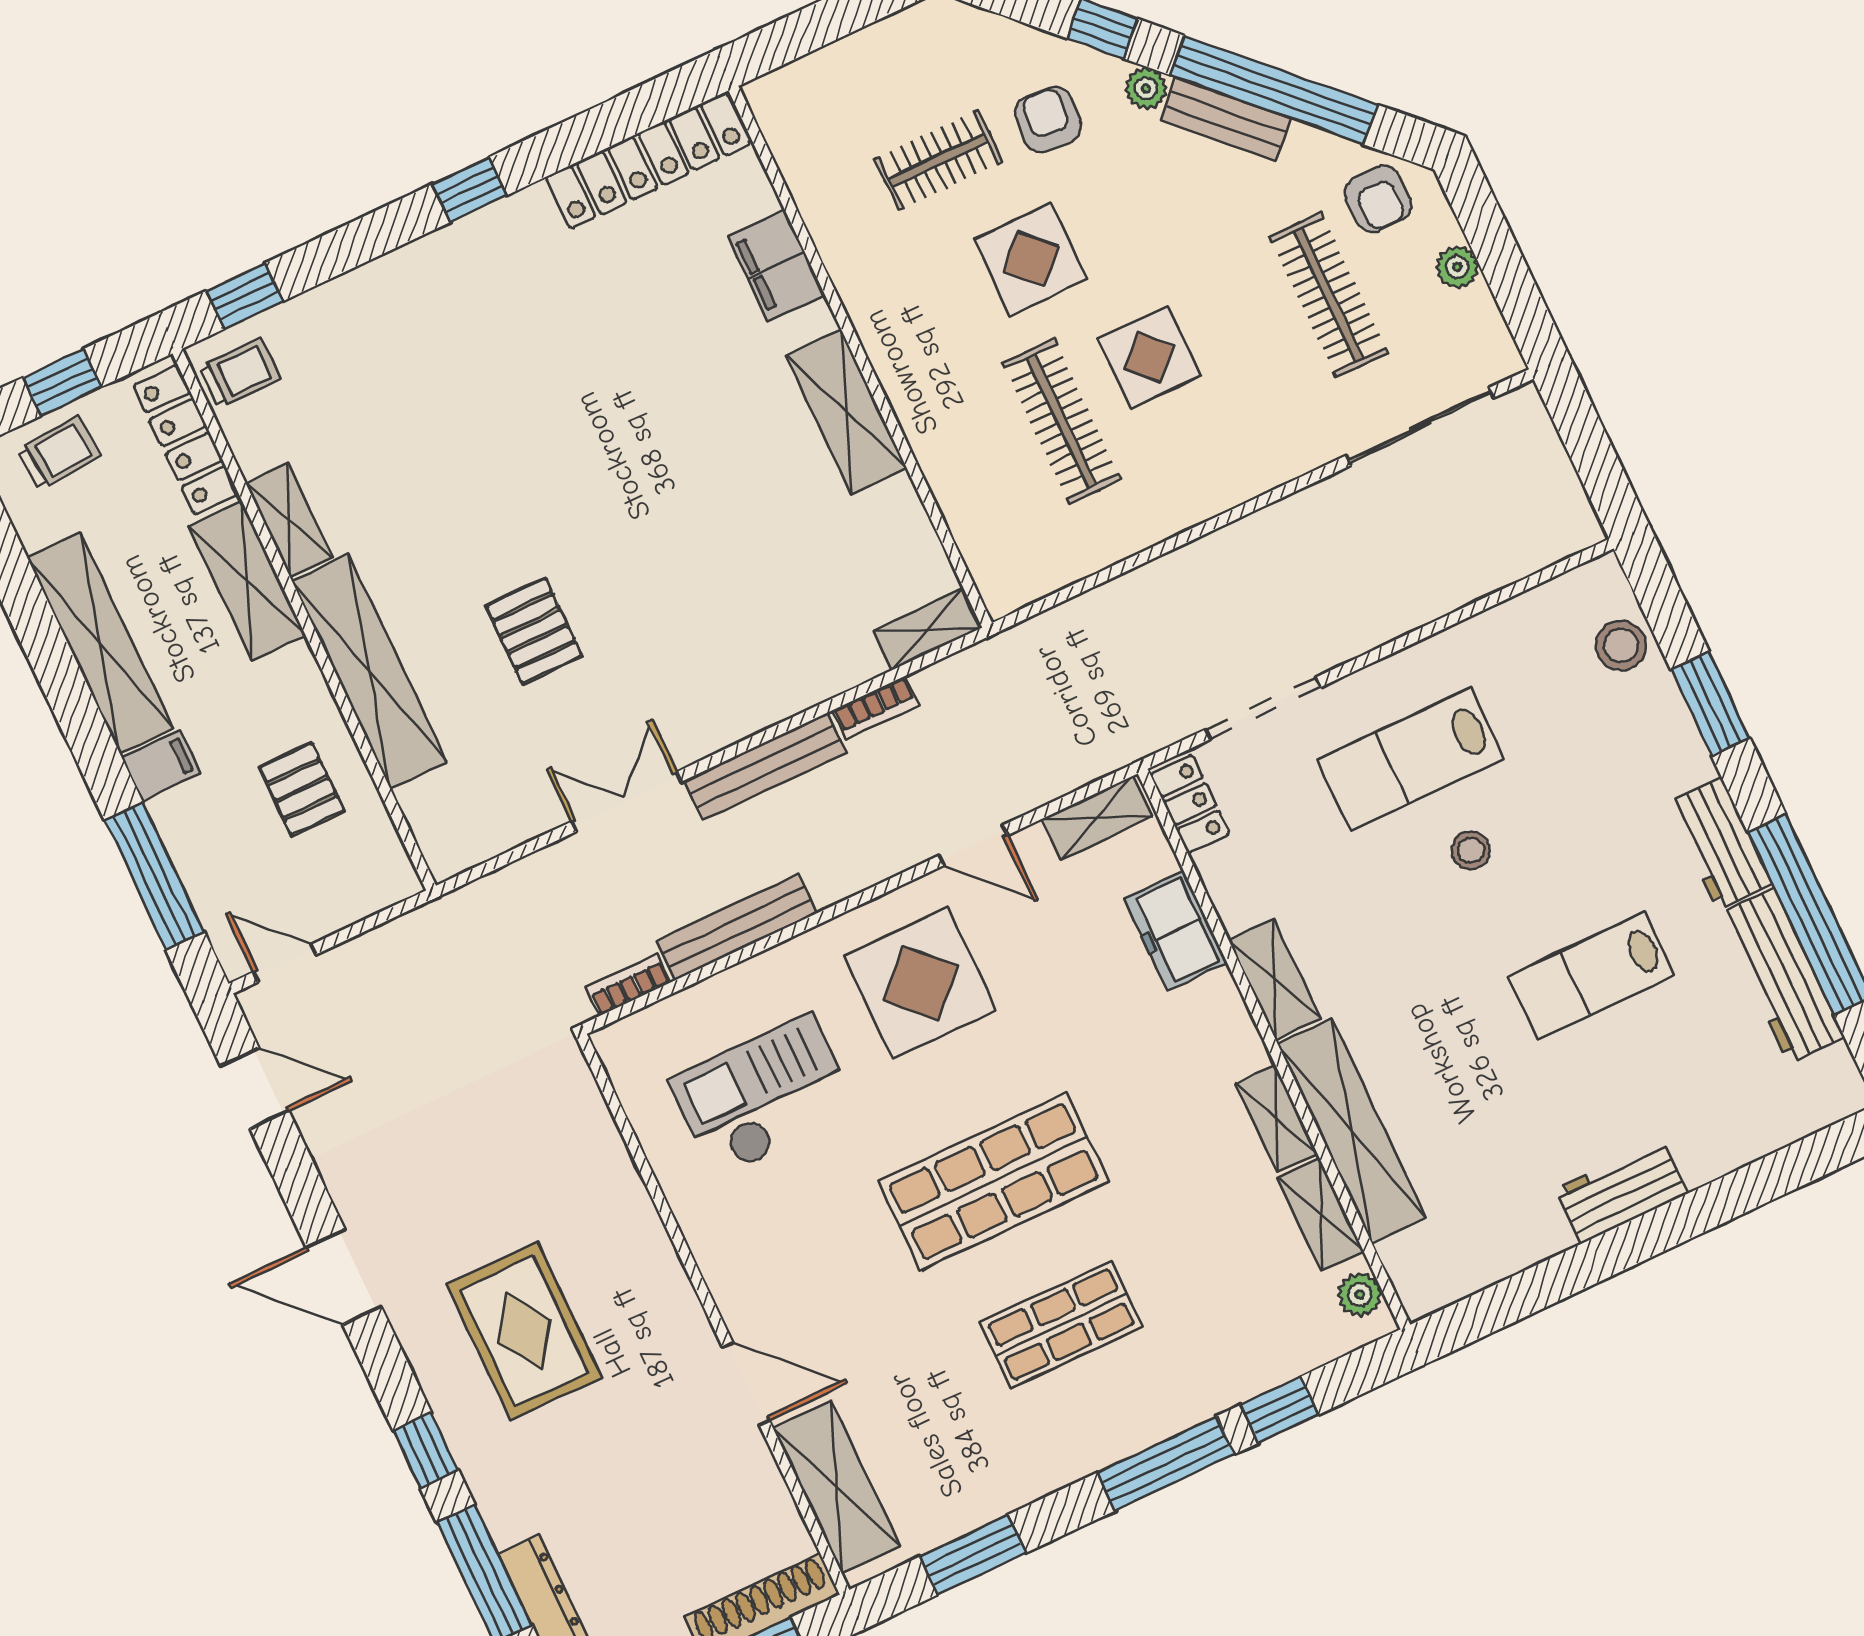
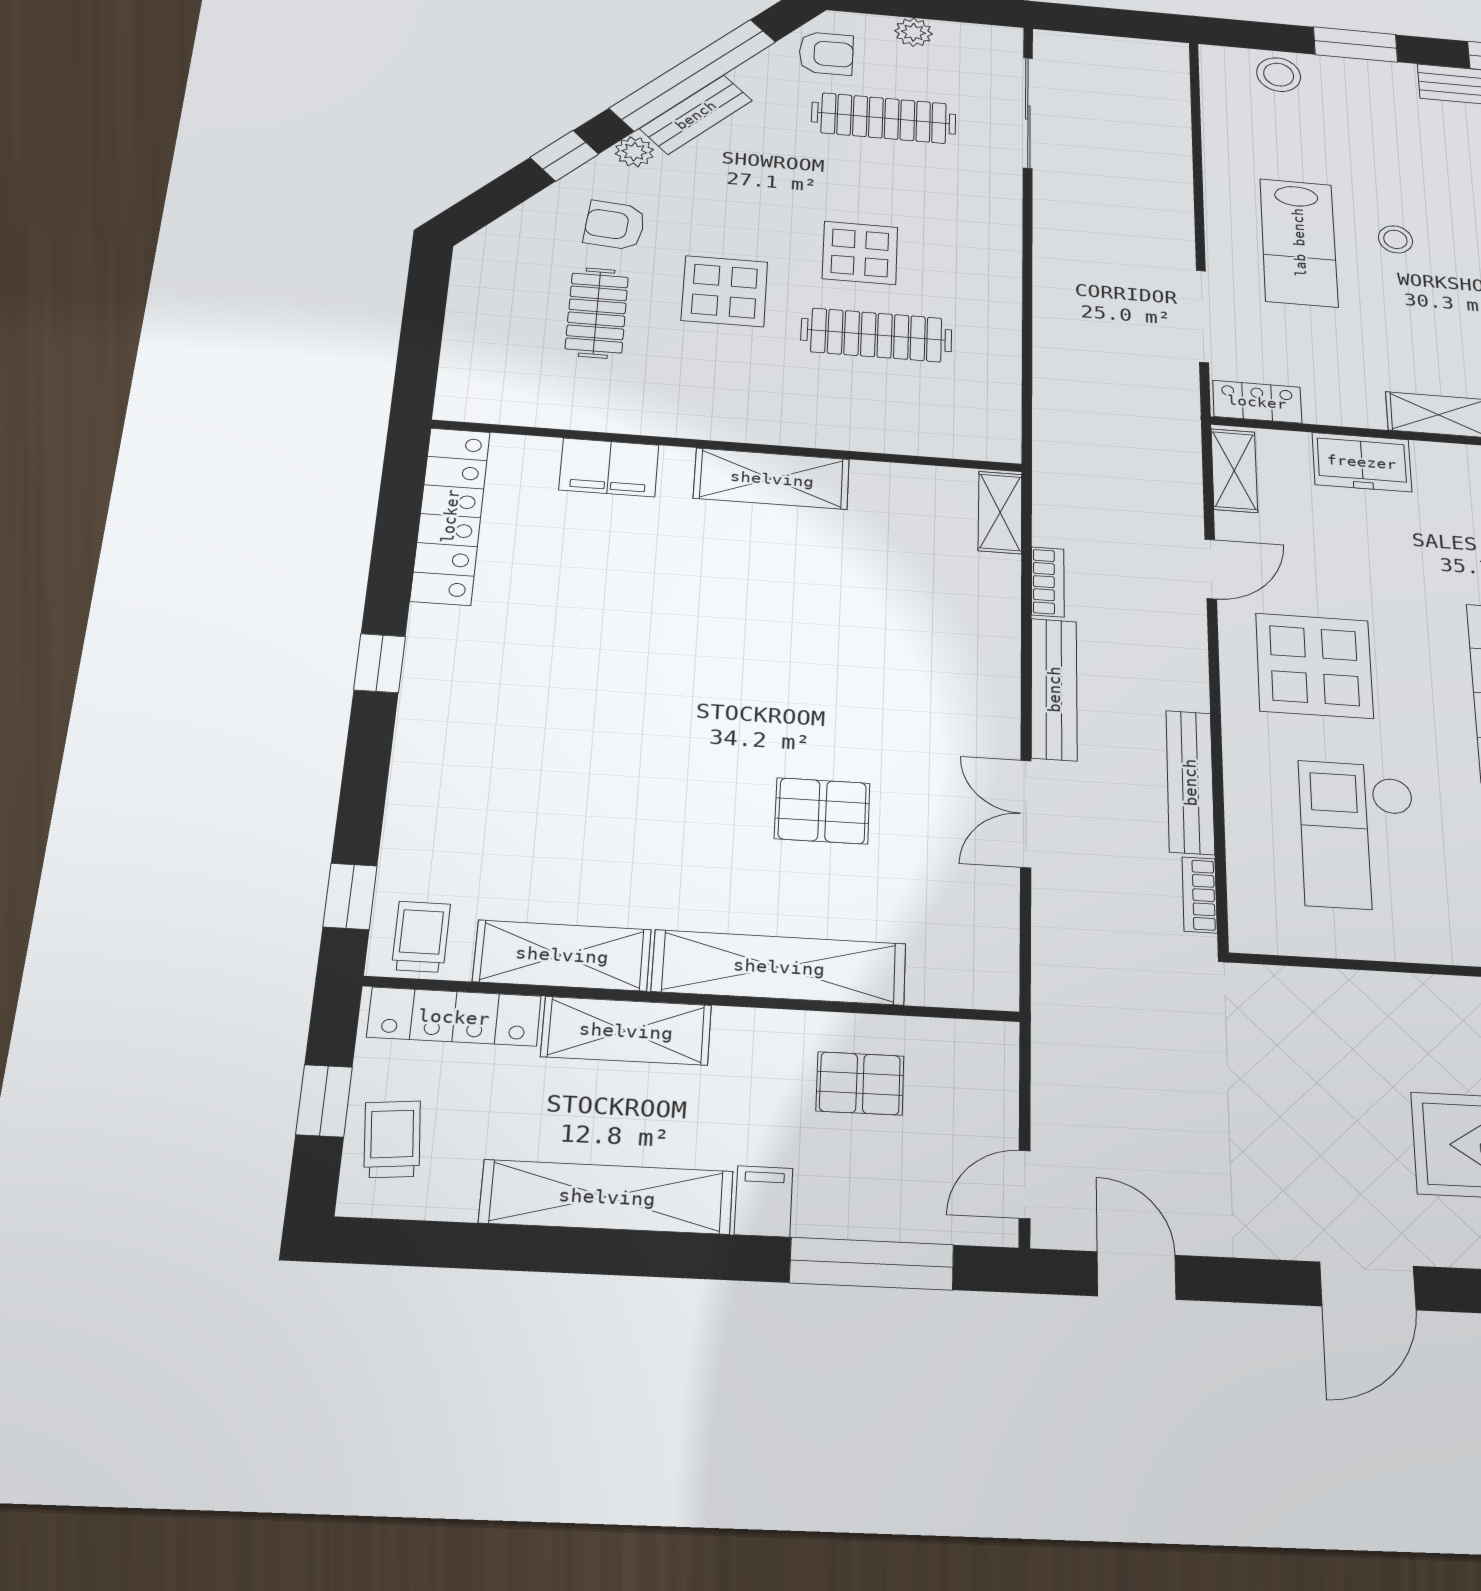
shelving: (289, 520) -> (562, 955), width x1.50, depth x1.33
door: (255, 1088) -> (1137, 1276), hinge flipped

